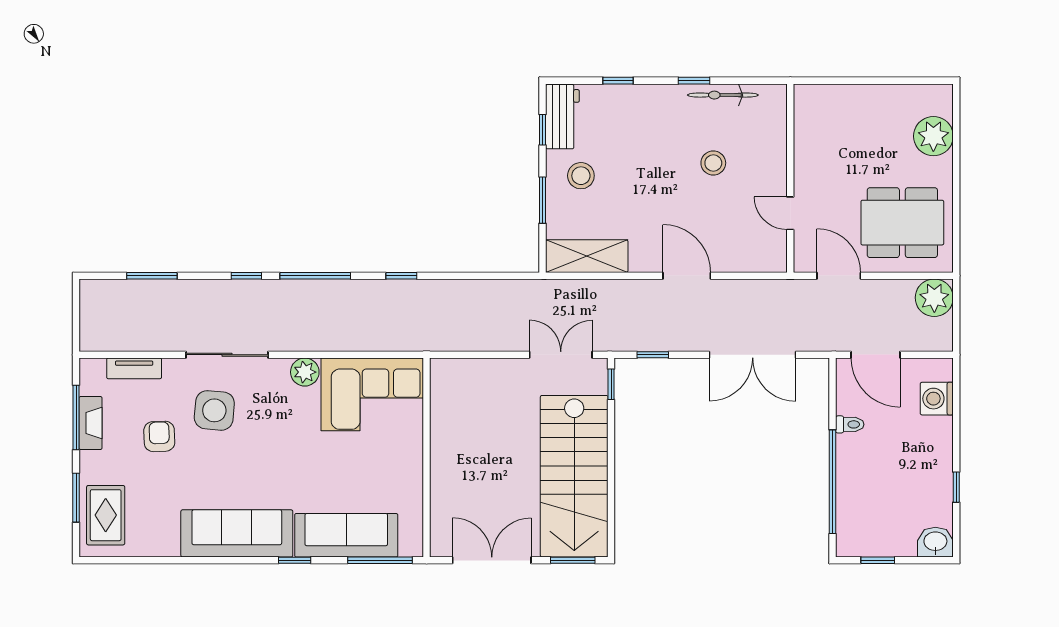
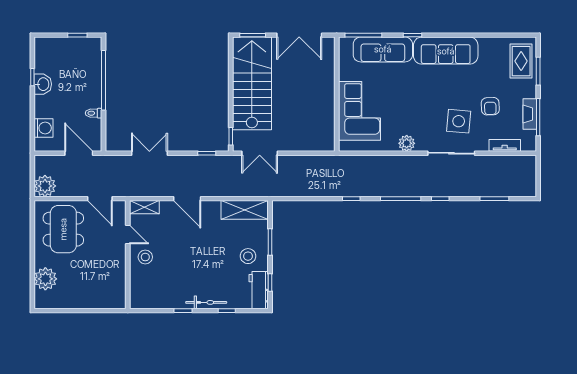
bicycle: (723, 95) -> (206, 302), moved
stool: (713, 163) -> (145, 257), moved
dining table: (902, 223) -> (63, 229), turned 90
shelving: (761, 261) -> (144, 207), added
double door: (753, 355) -> (149, 153), width x0.73
corner sofa: (372, 394) -> (359, 111), moved, turned 90
washbasin: (935, 542) -> (43, 84), moved, turned -90

